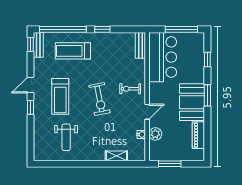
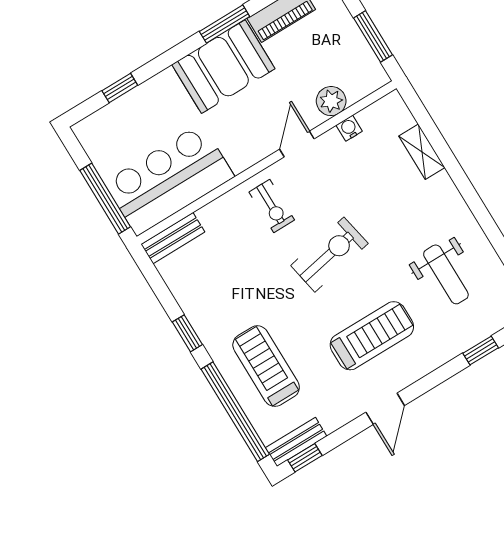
window: (181, 29) -> (105, 199), moved
treadmill: (73, 51) -> (266, 366), turned 180
door: (31, 85) -> (385, 409), hinge flipped
window: (207, 95) -> (225, 24), moved
window: (31, 107) -> (481, 350), moved
door: (147, 112) -> (297, 144), hinge flipped
weight bench: (66, 137) -> (446, 274), turned 90

